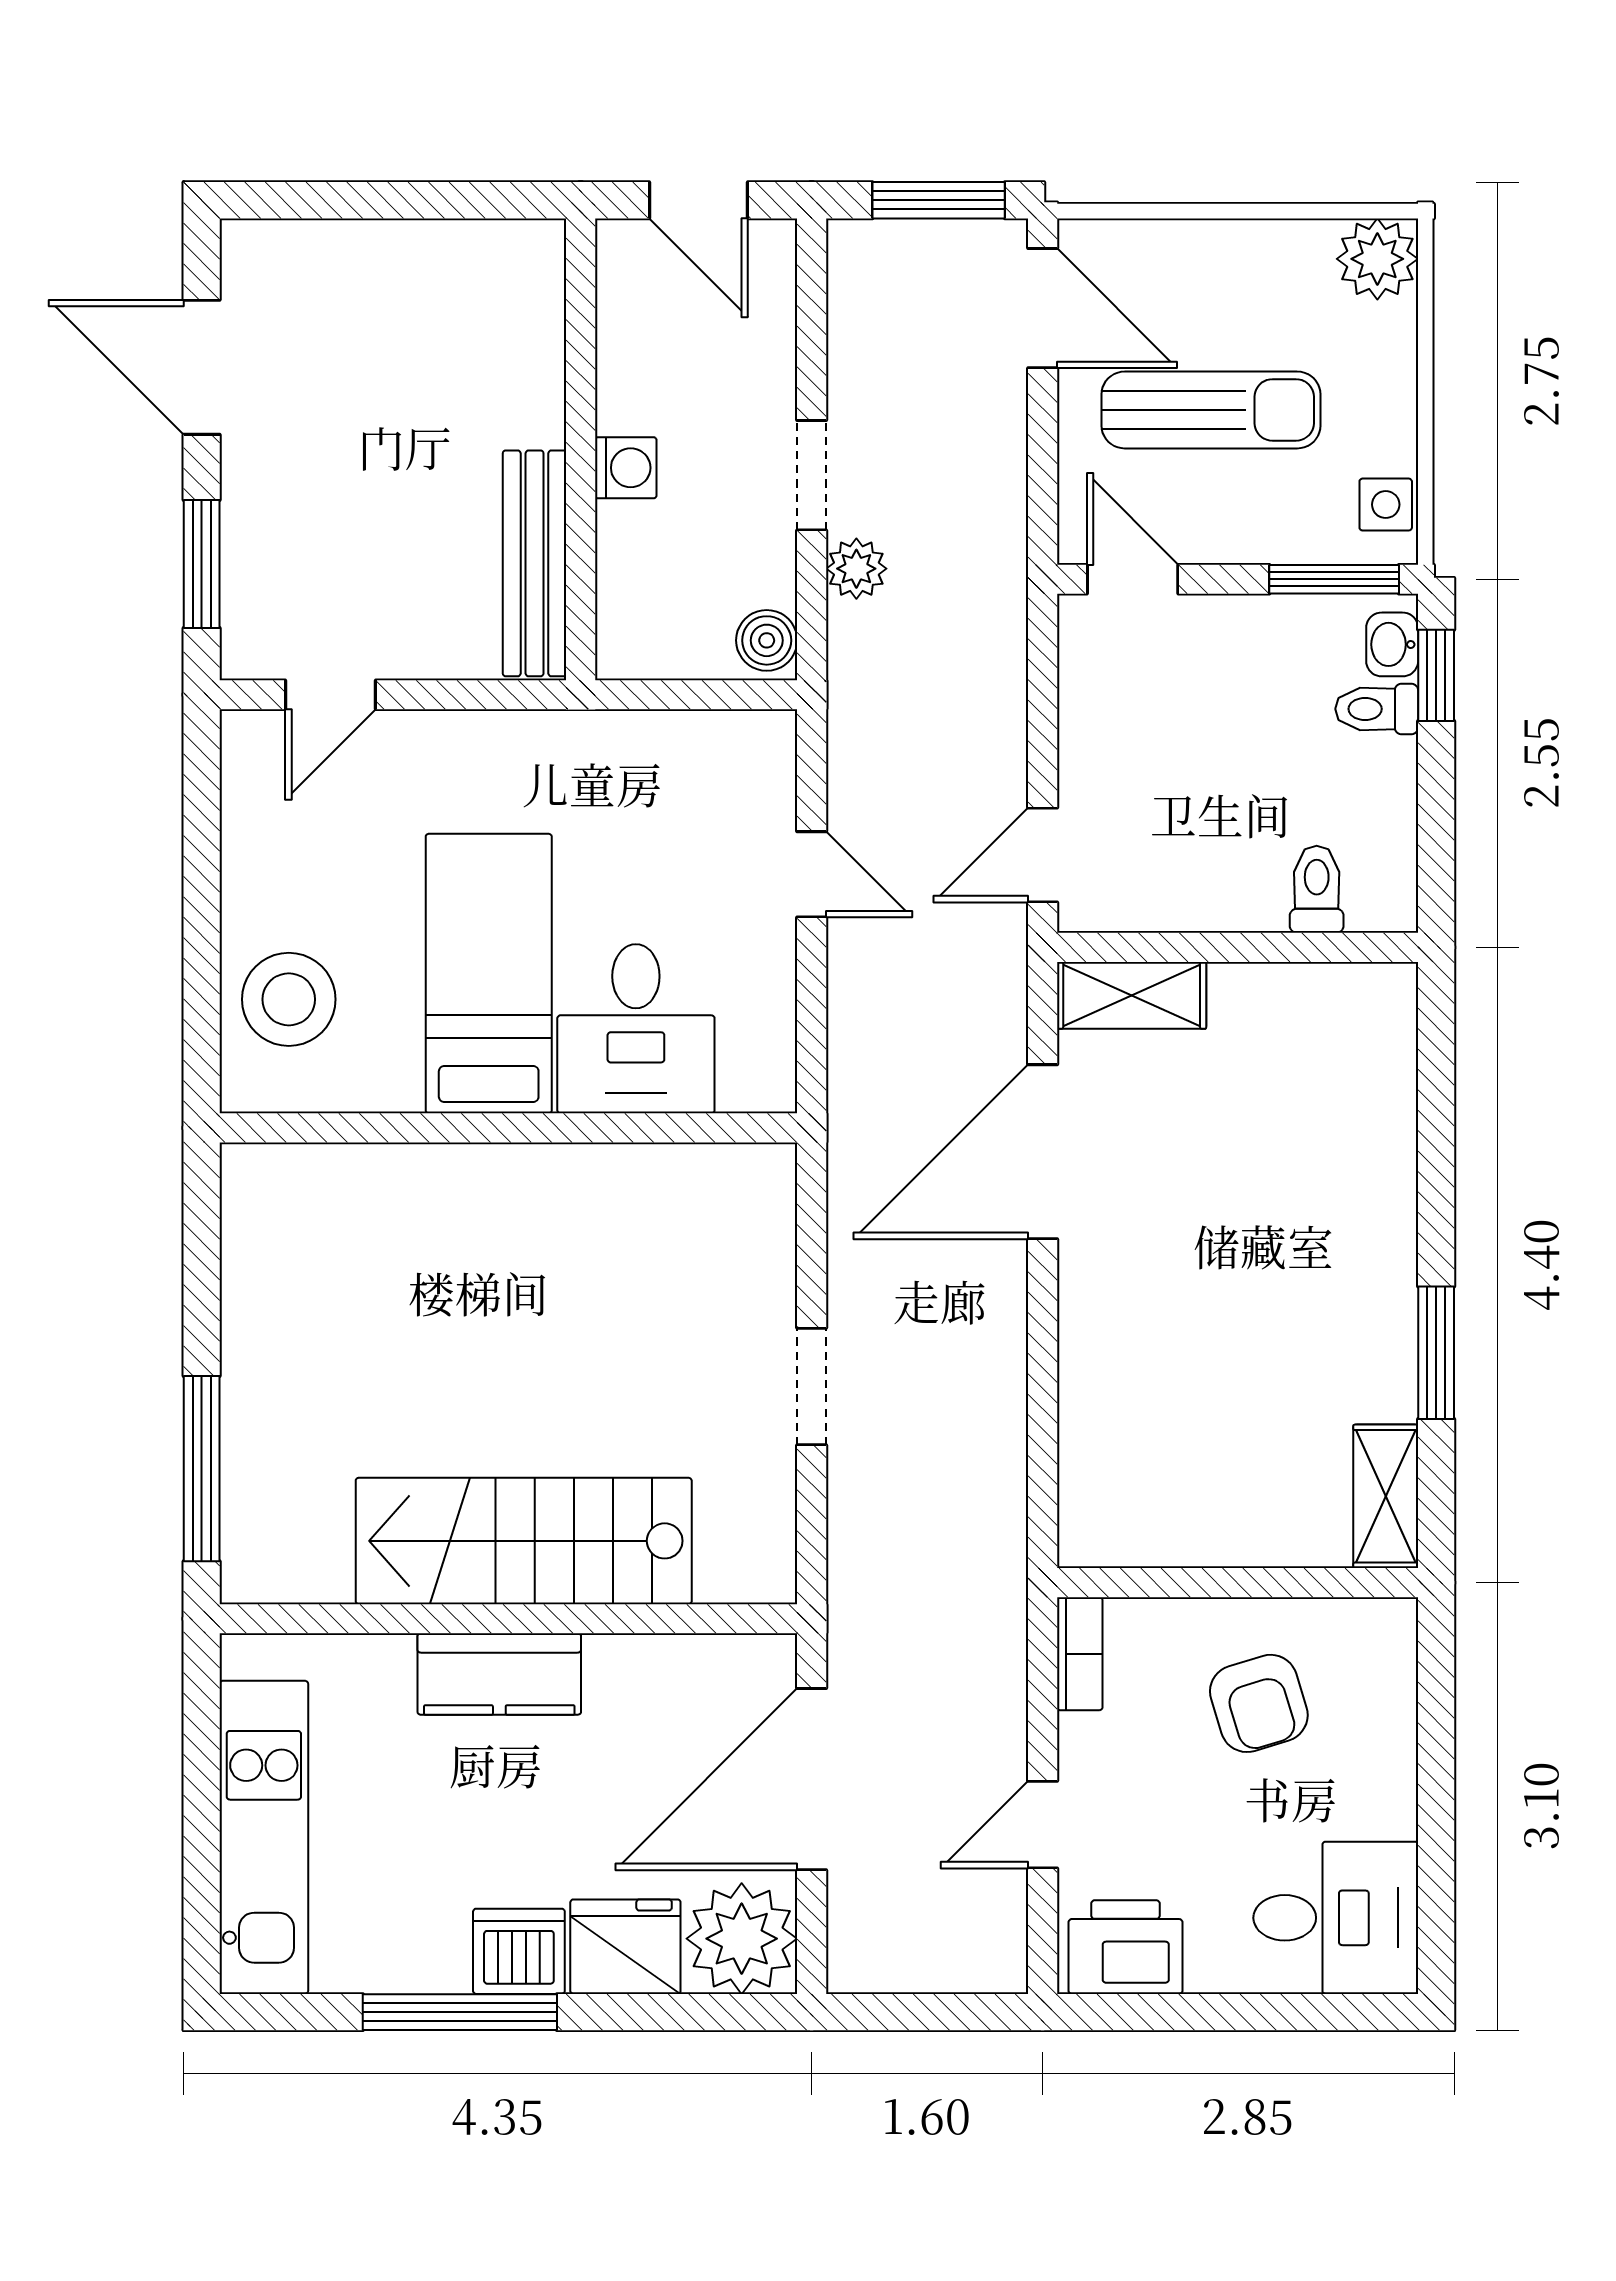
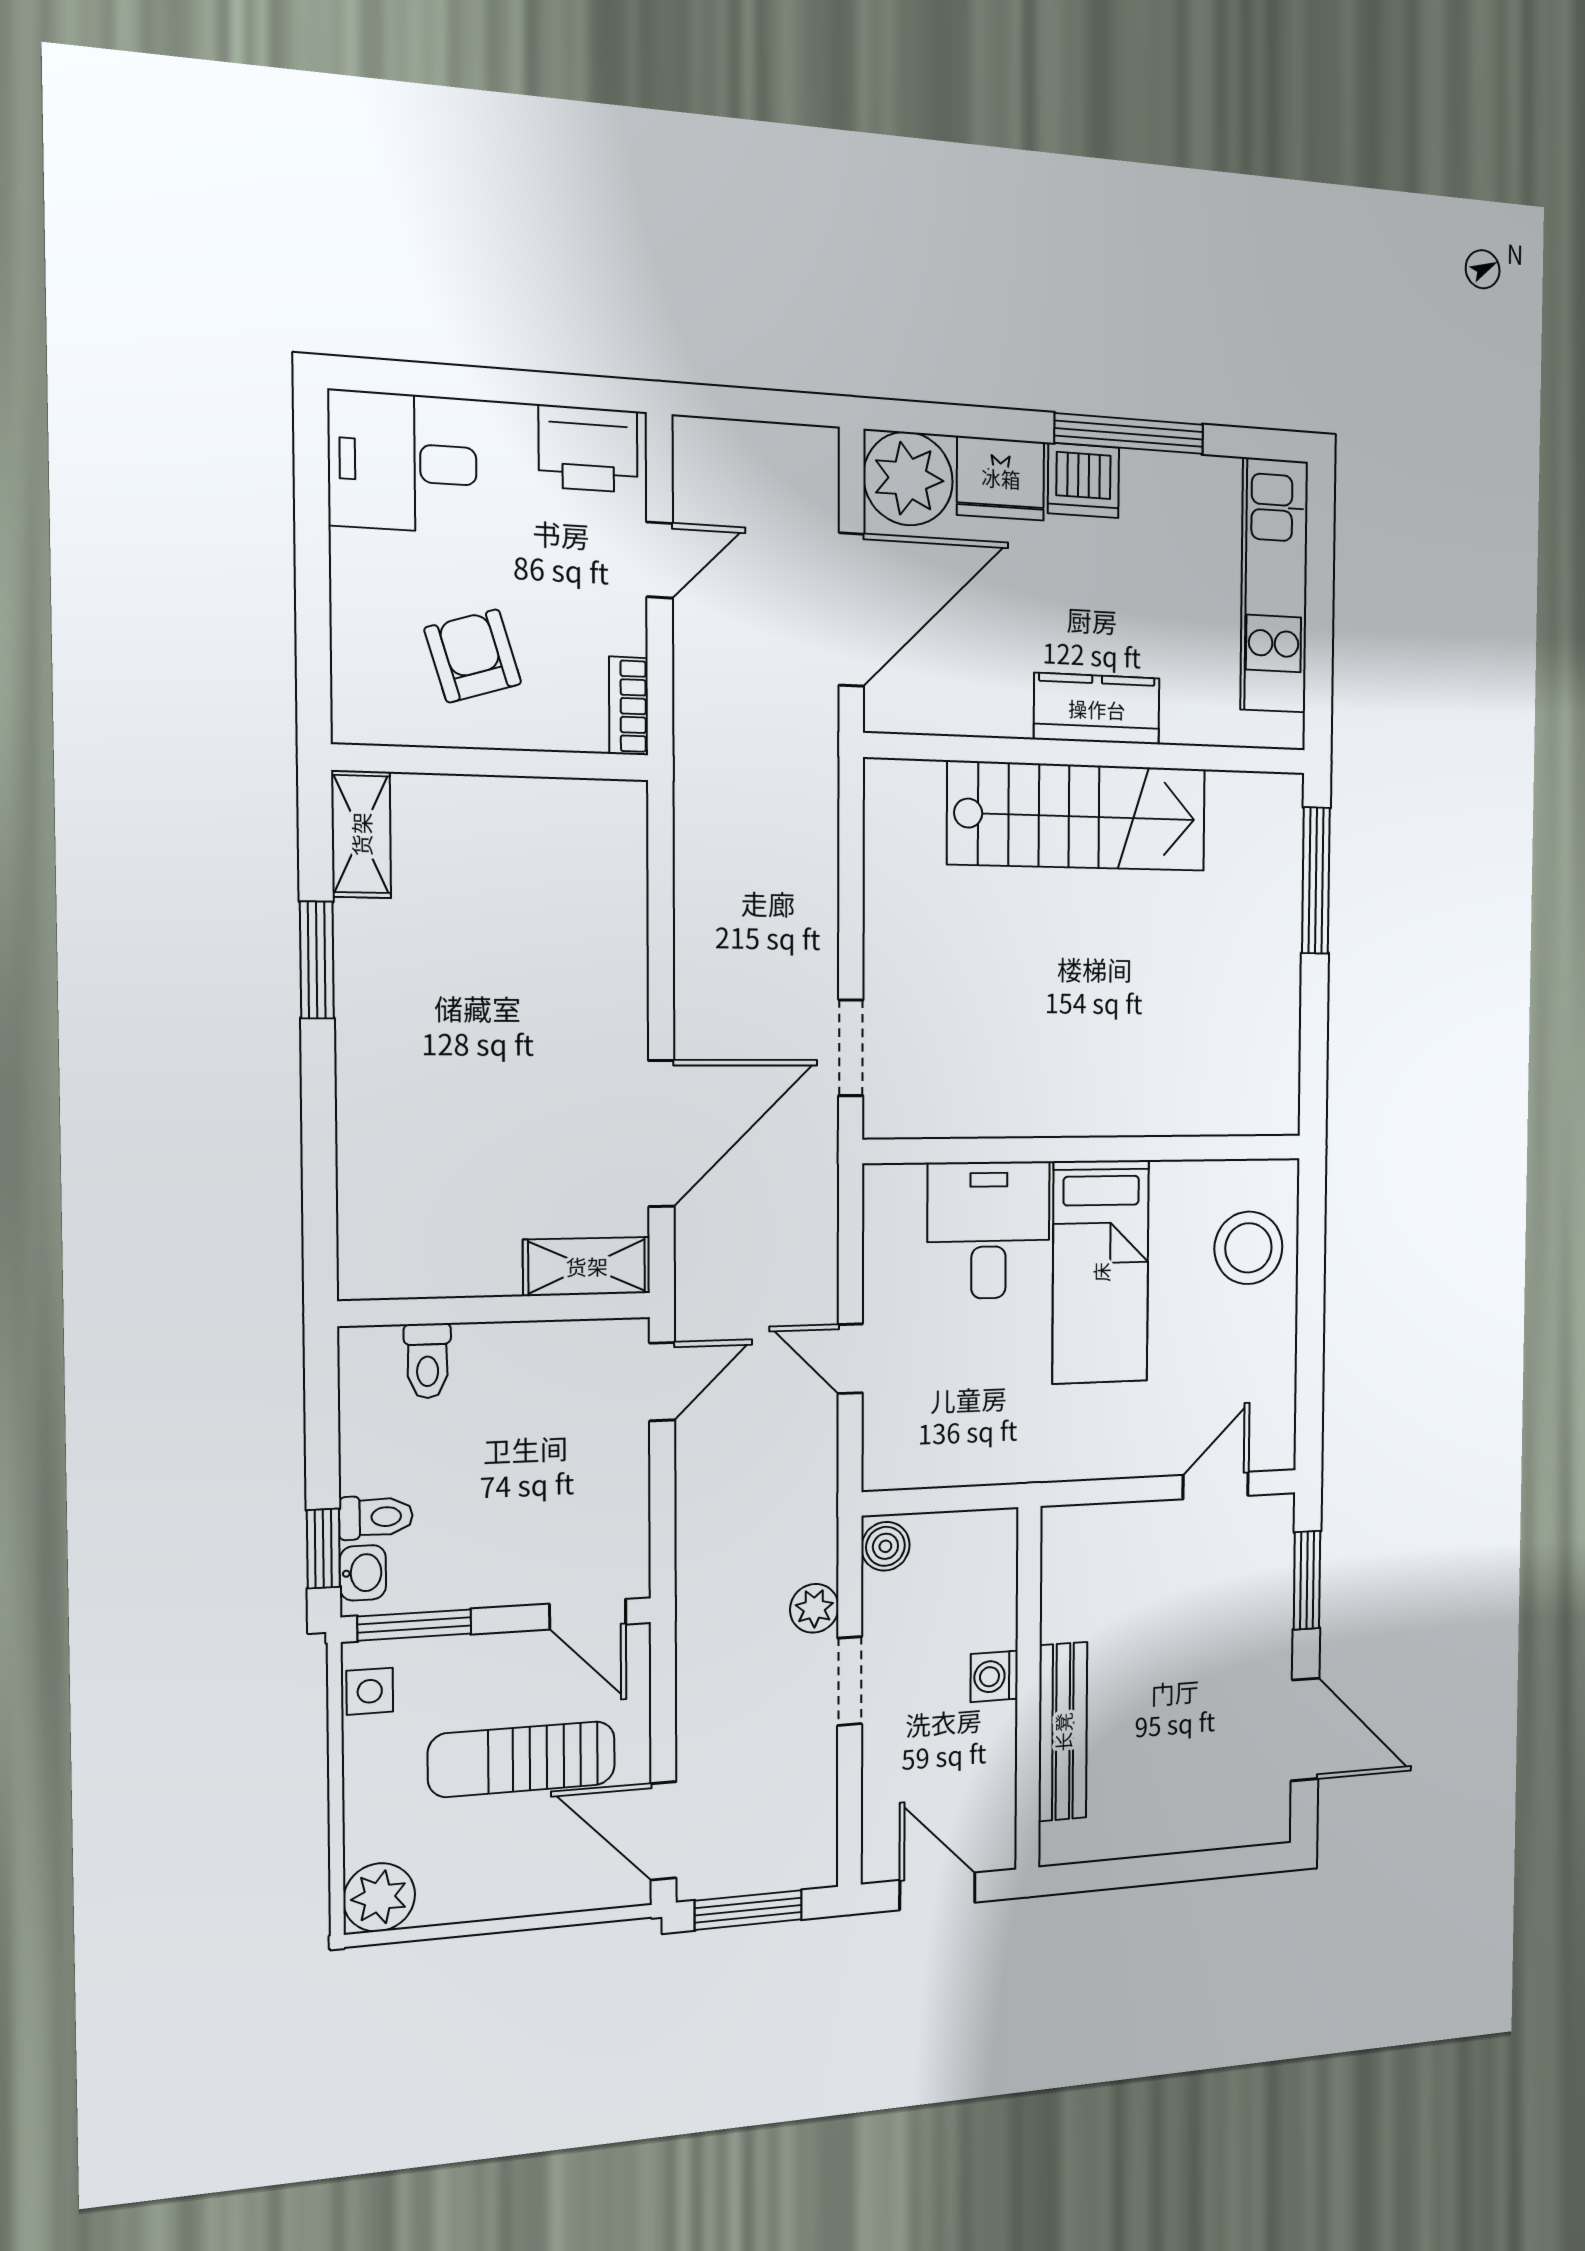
bench: (535, 563) -> (1063, 1732), moved
doorway: (812, 1387) -> (851, 1048), moved

